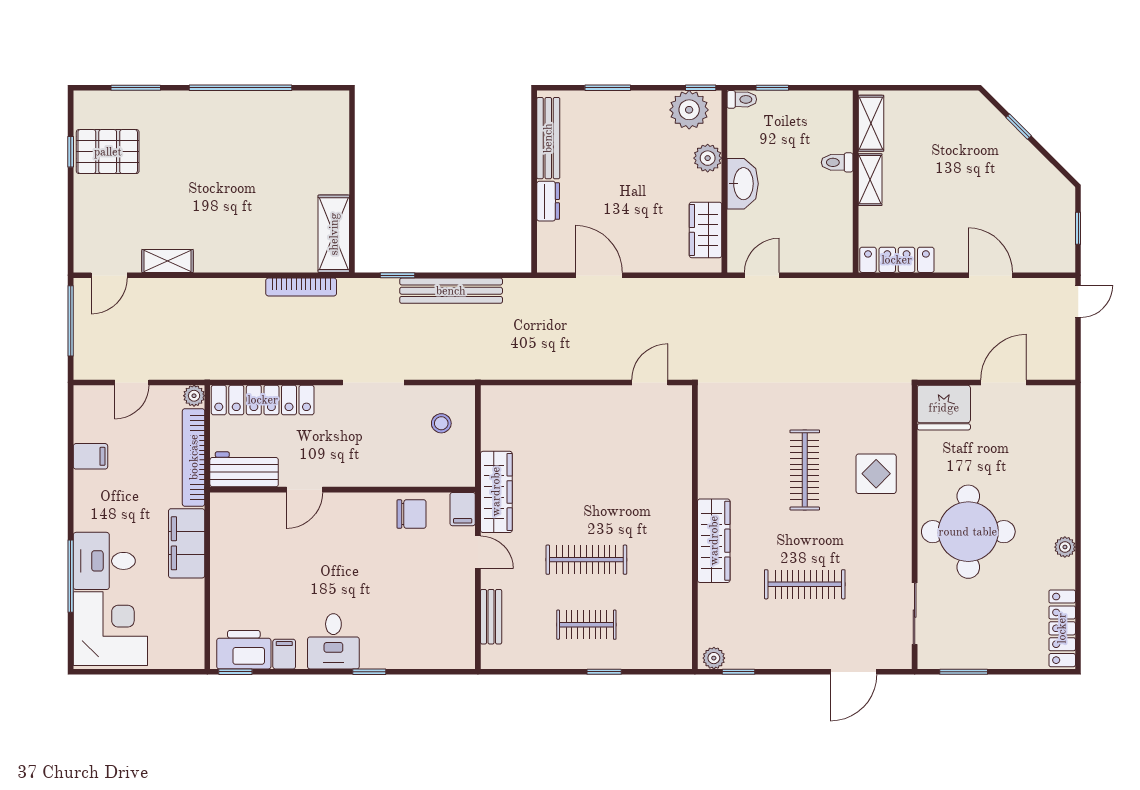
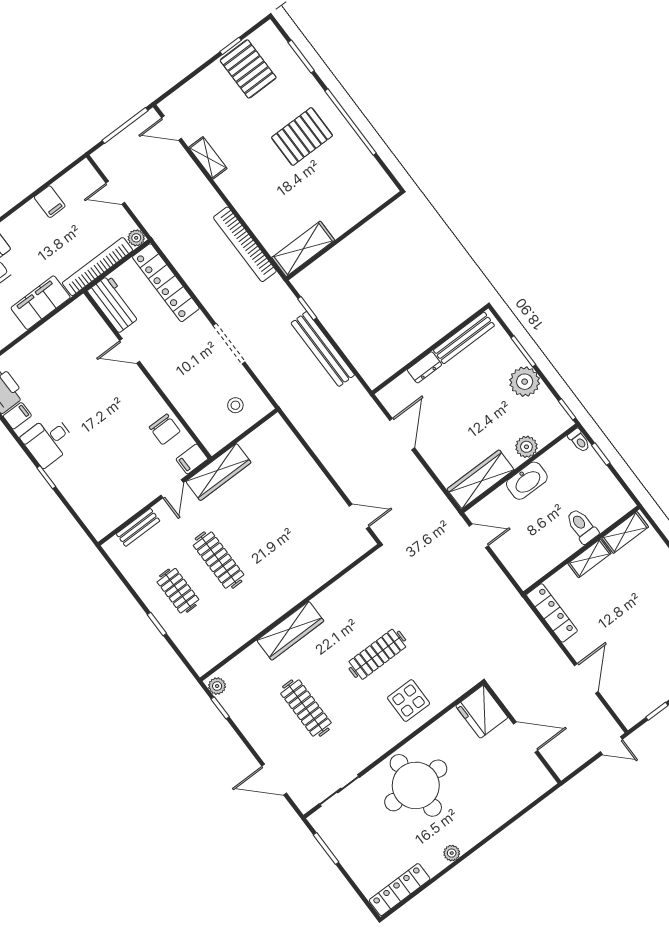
plant: (689, 110) -> (525, 382), moved
pallet: (218, 148) -> (302, 136), added
toilet: (837, 162) -> (582, 526), width x1.37, depth x1.39
wardrobe: (706, 230) -> (481, 479), width x1.50
bookcase: (301, 287) -> (245, 244), width x1.48, depth x1.31

